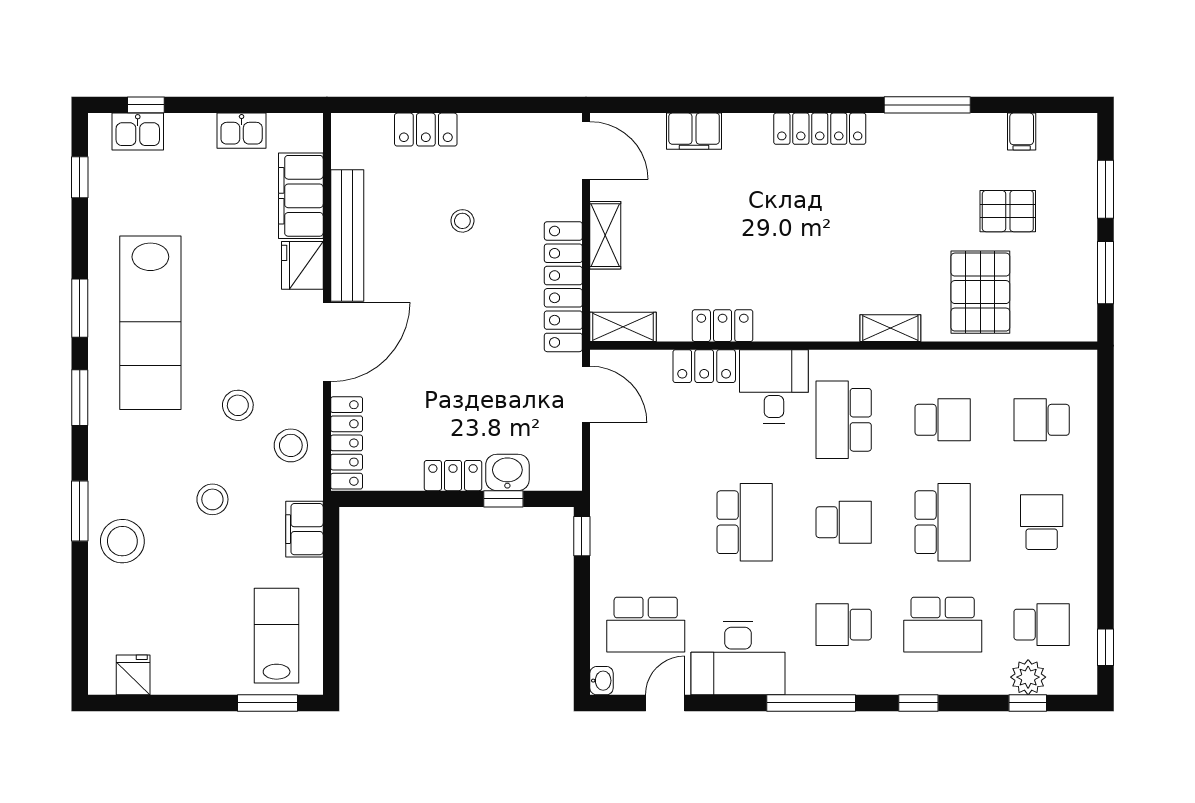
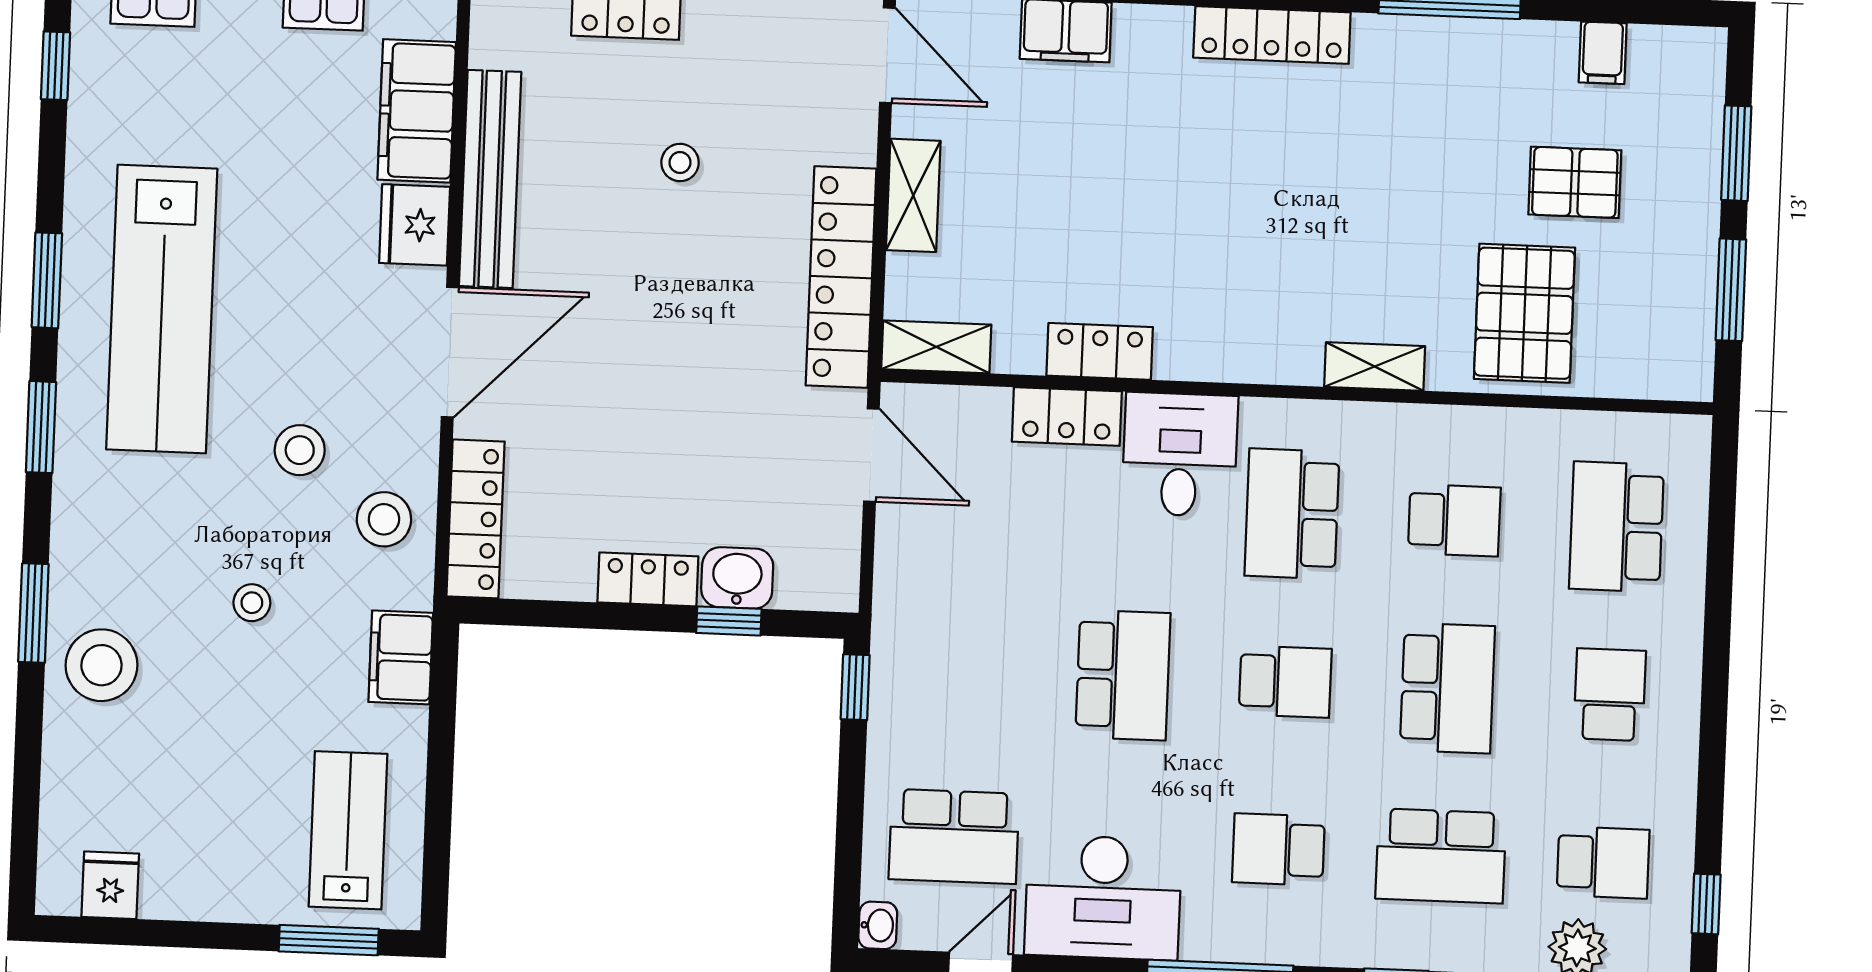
school desk: (1042, 420) -> (1616, 527), width x1.85
stool: (212, 499) -> (252, 603), width x0.73, depth x0.73

